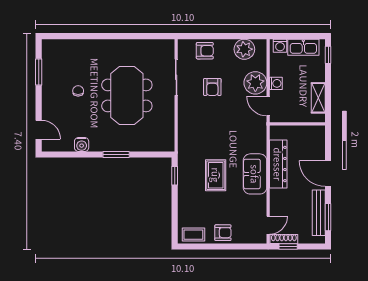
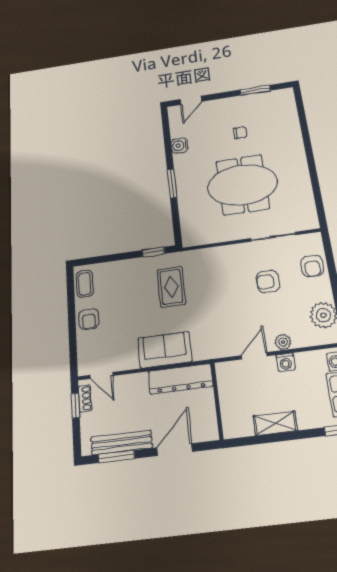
plant: (255, 83) -> (283, 342), width x0.53, depth x0.53
wall: (297, 124) -> (217, 401), moved
rug: (216, 175) -> (171, 287), moved, turned 90
shoe rack: (284, 239) -> (85, 399), width x0.70

